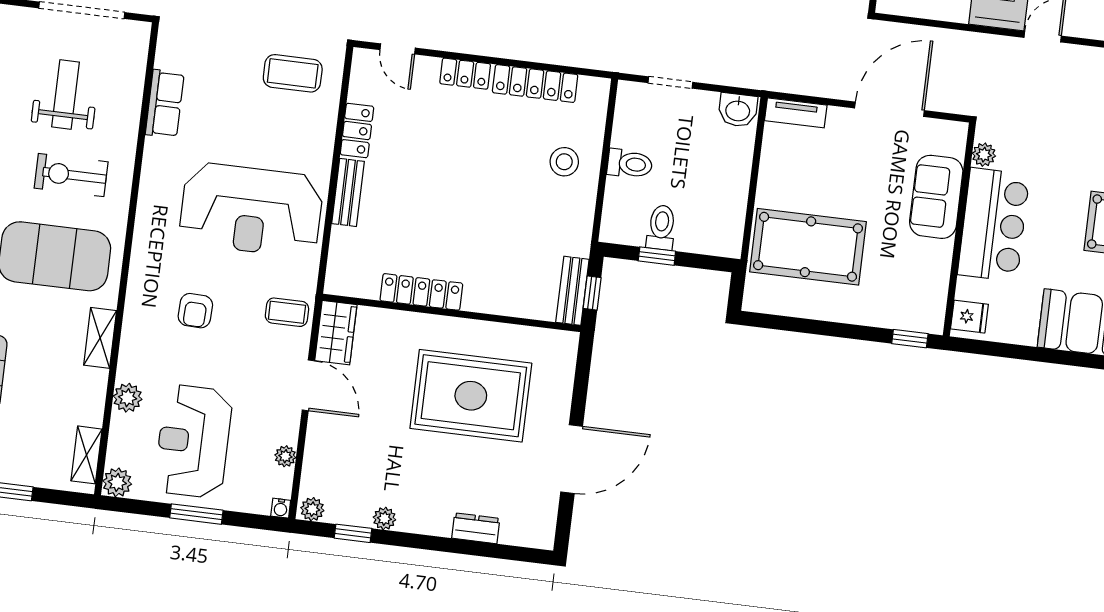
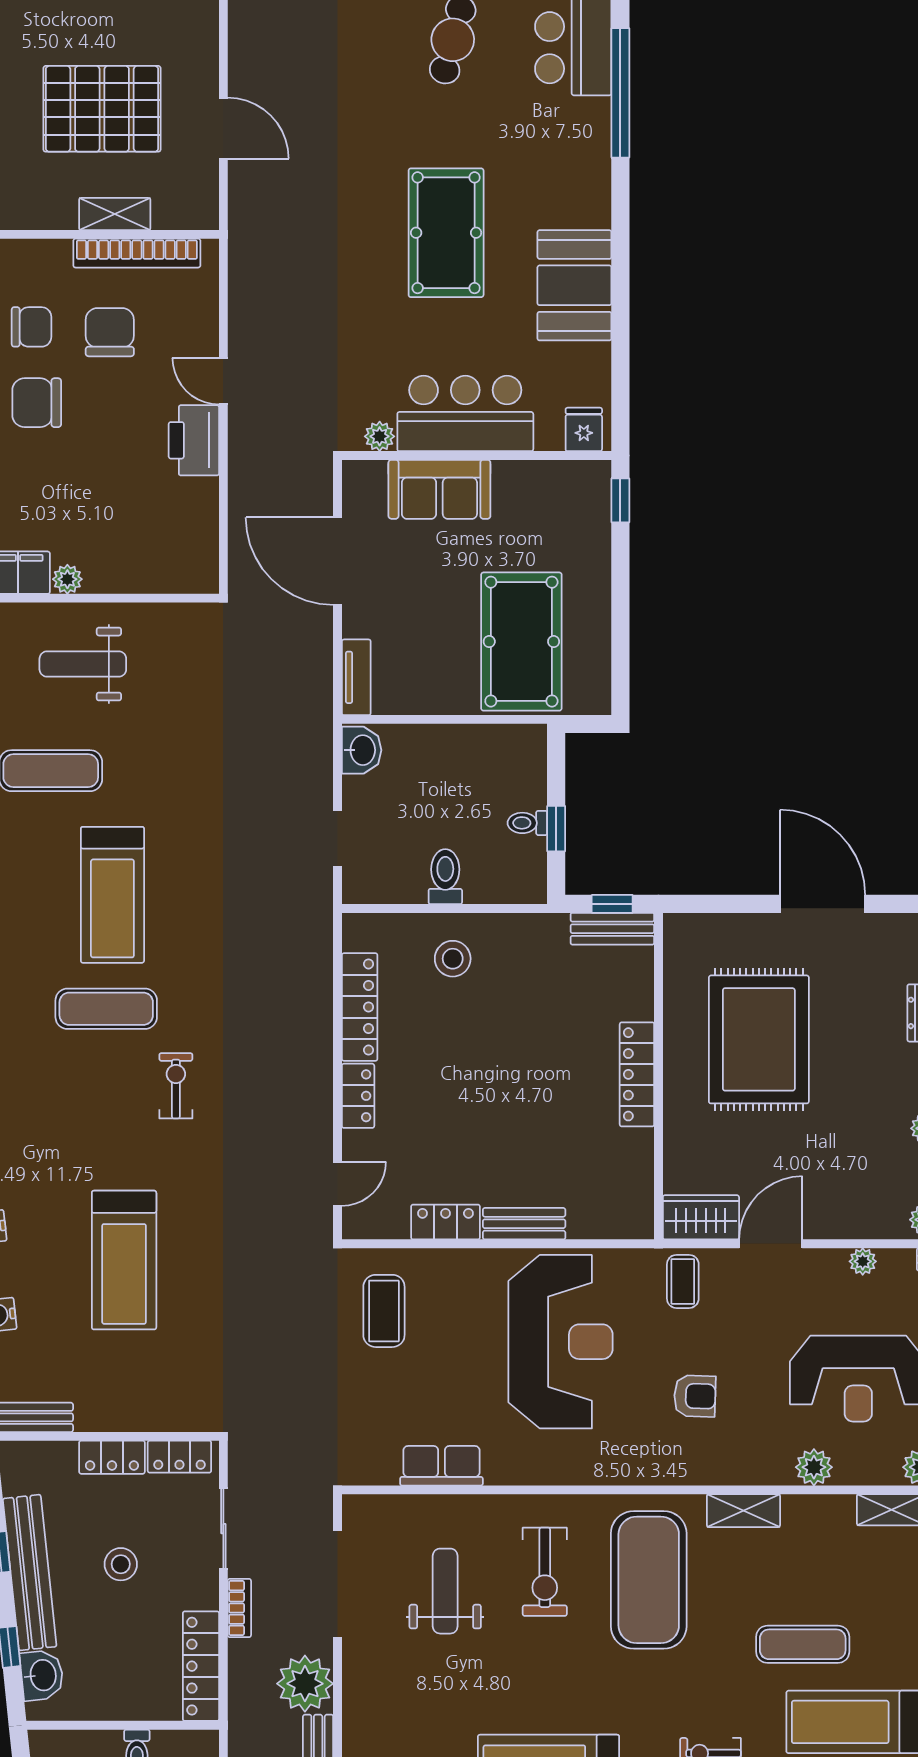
weight bench: (66, 94) -> (445, 1591), turned 90
toilet: (661, 227) -> (527, 823), width x0.73, depth x0.72
locker: (421, 292) -> (637, 1074), moved

